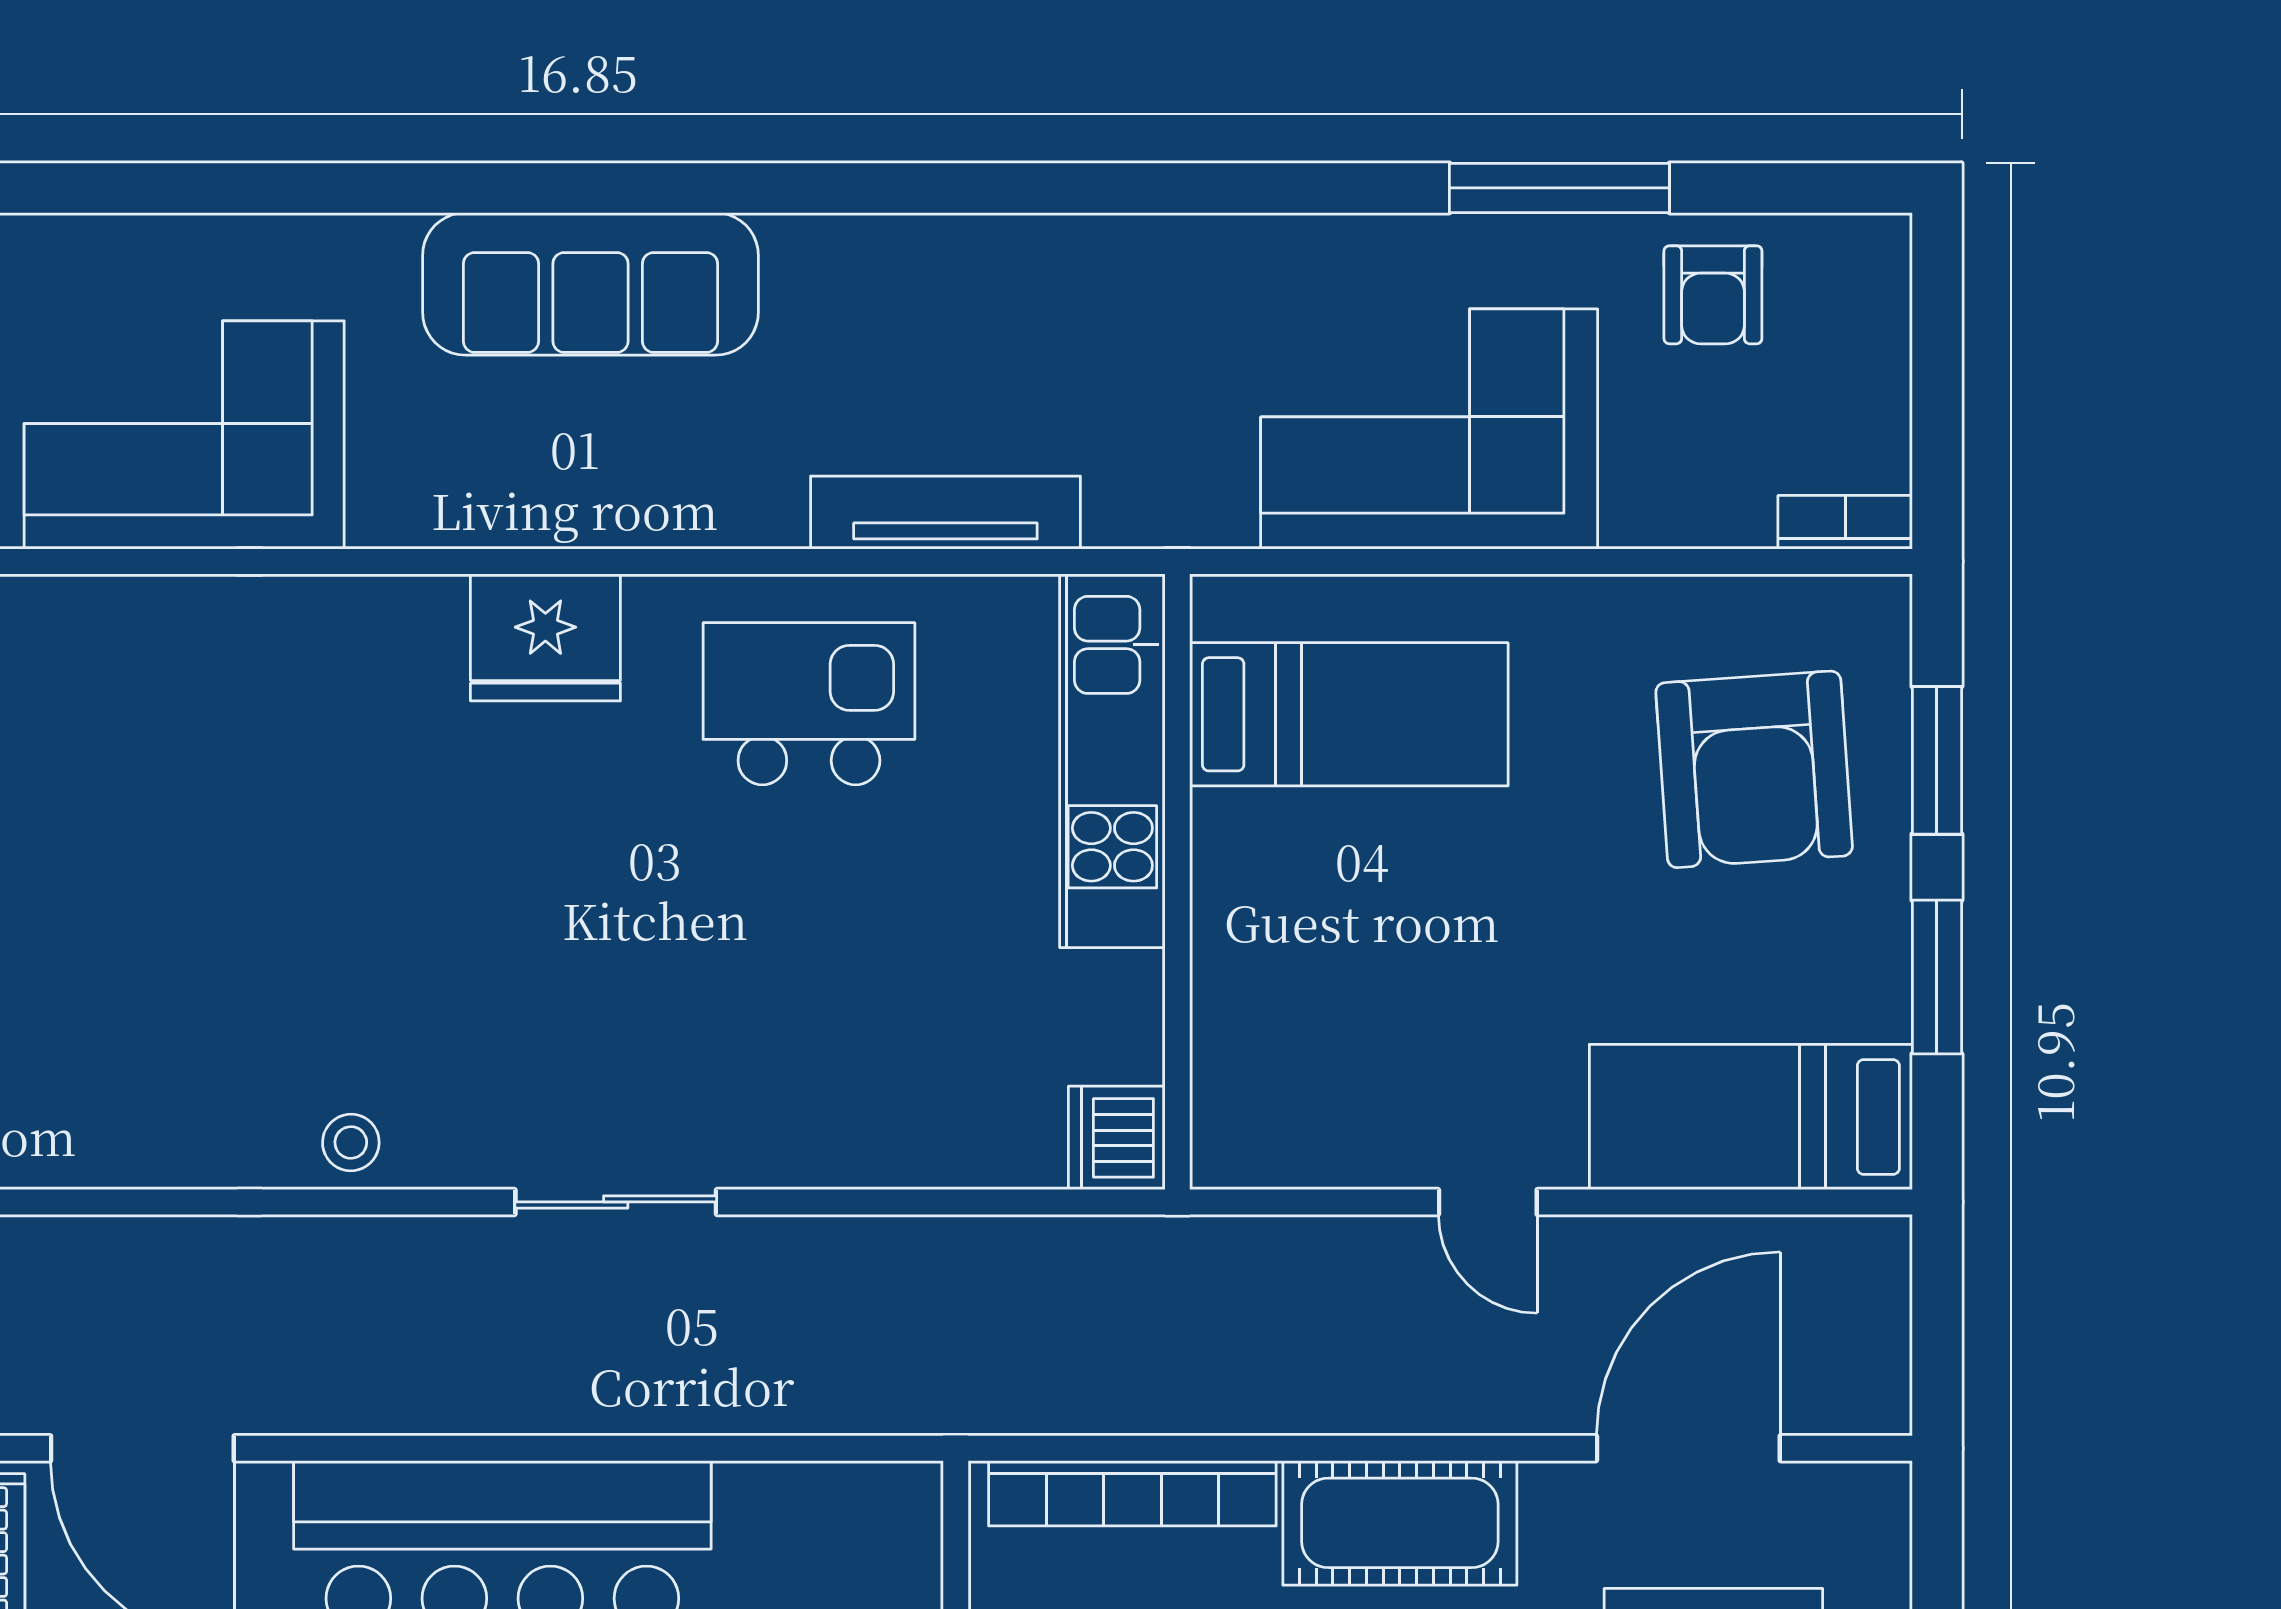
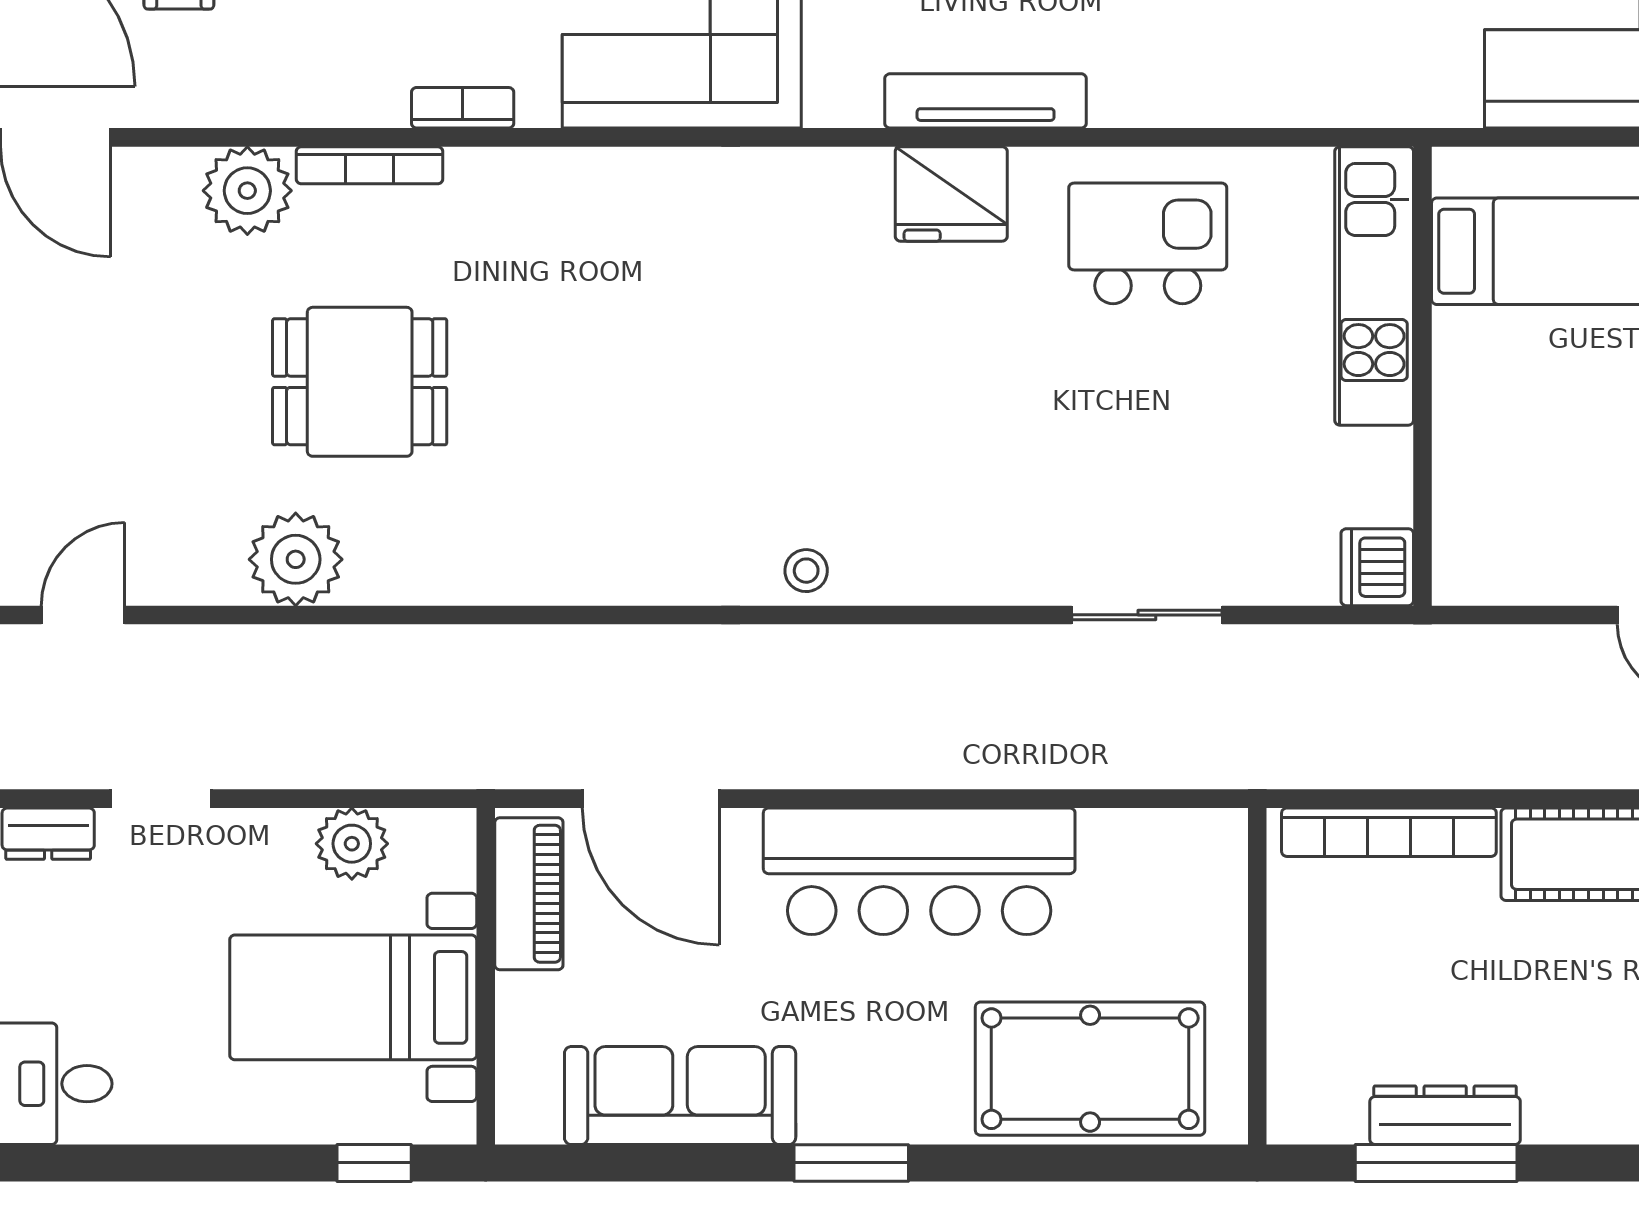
tv unit: (945, 513) -> (986, 101), moved
sliding door: (616, 1202) -> (1147, 615), moved

